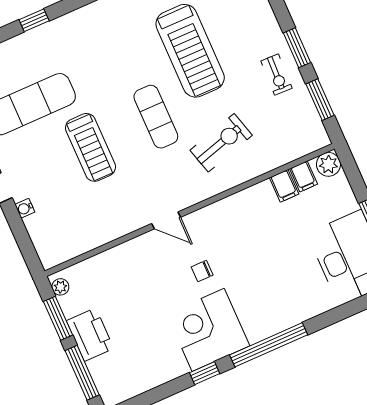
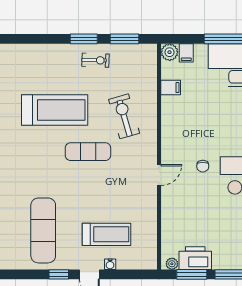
treadmill: (91, 147) -> (107, 234), moved
filing cabinet: (304, 176) -> (186, 53), moved, turned 90
printer: (90, 335) -> (195, 258), moved

